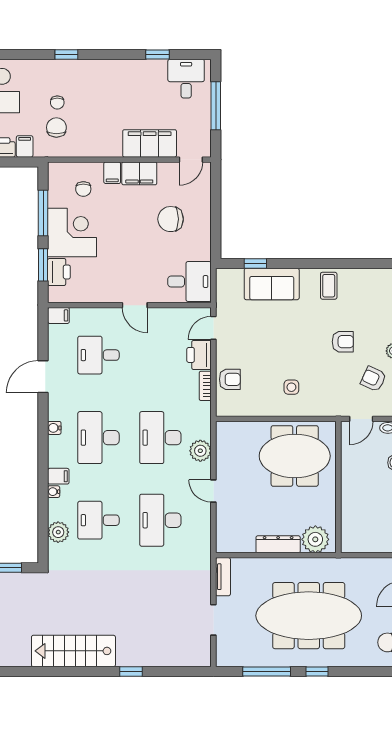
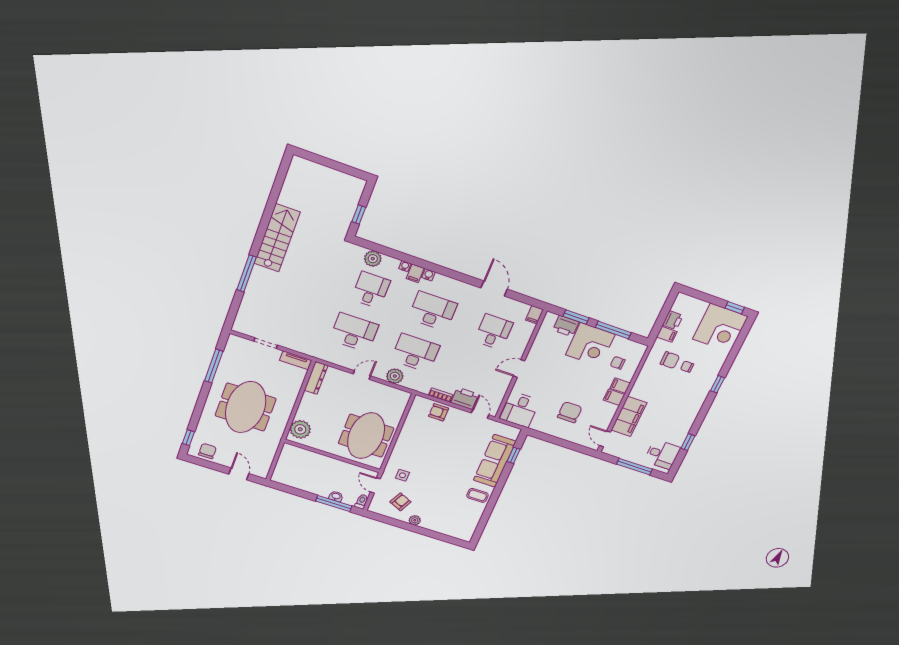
filing cabinet: (139, 173) -> (614, 397), width x0.50
sofa: (272, 284) -> (495, 461), width x1.36
armchair: (343, 342) -> (435, 492), removed
armchair: (230, 379) -> (439, 412), turned 90
side table: (291, 387) -> (402, 475), moved
water cooler: (54, 428) -> (428, 275), moved
dresser: (278, 544) -> (316, 378), moved
meeting table: (309, 616) -> (246, 407), width x0.73
window: (131, 671) -> (246, 273), width x2.17
window: (317, 671) -> (188, 438), moved

